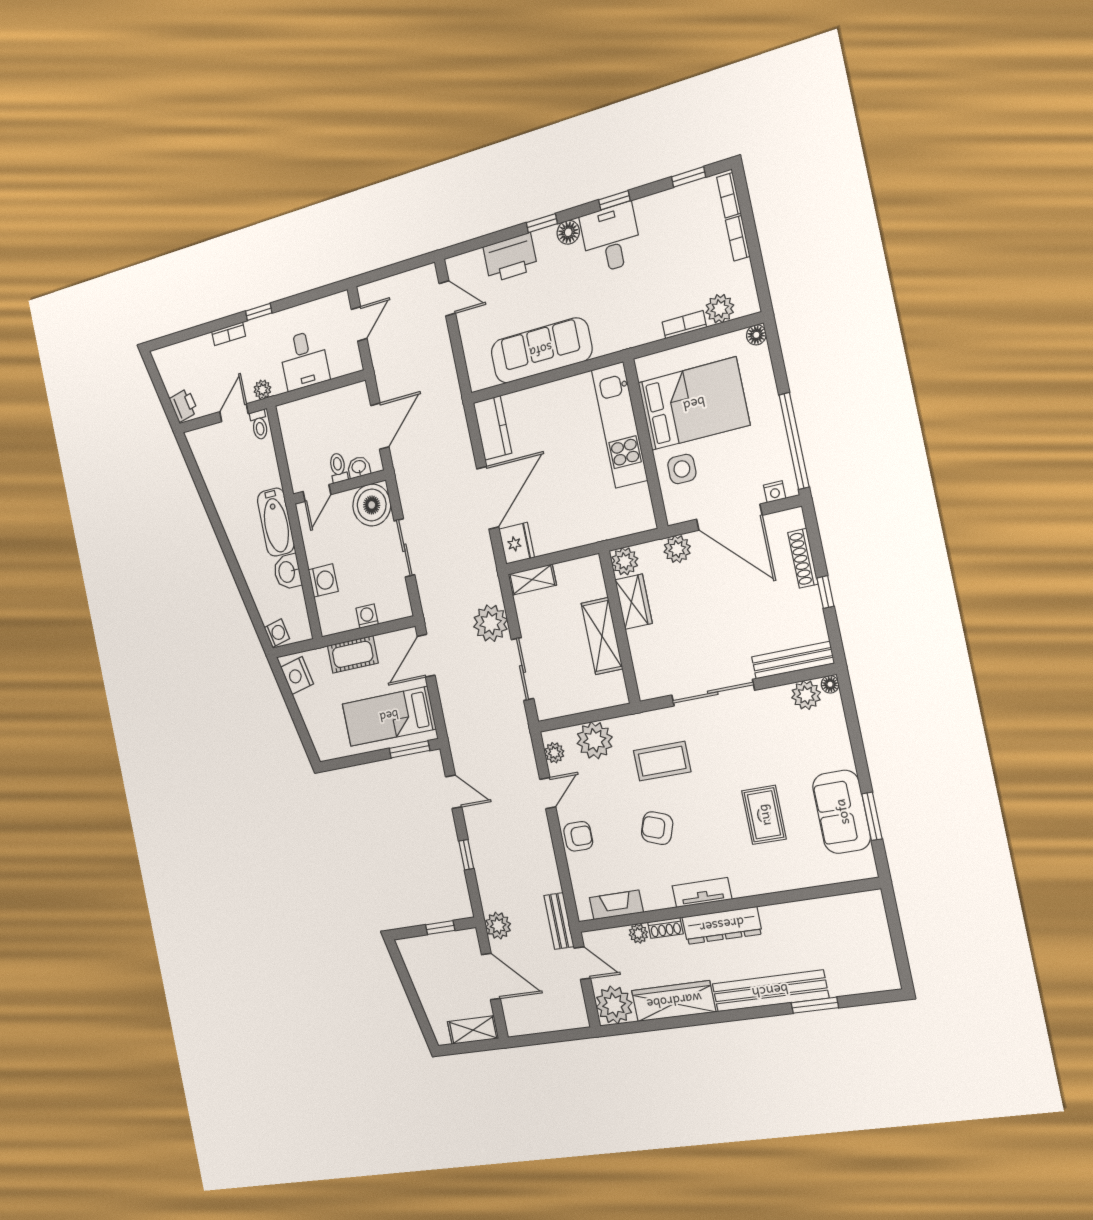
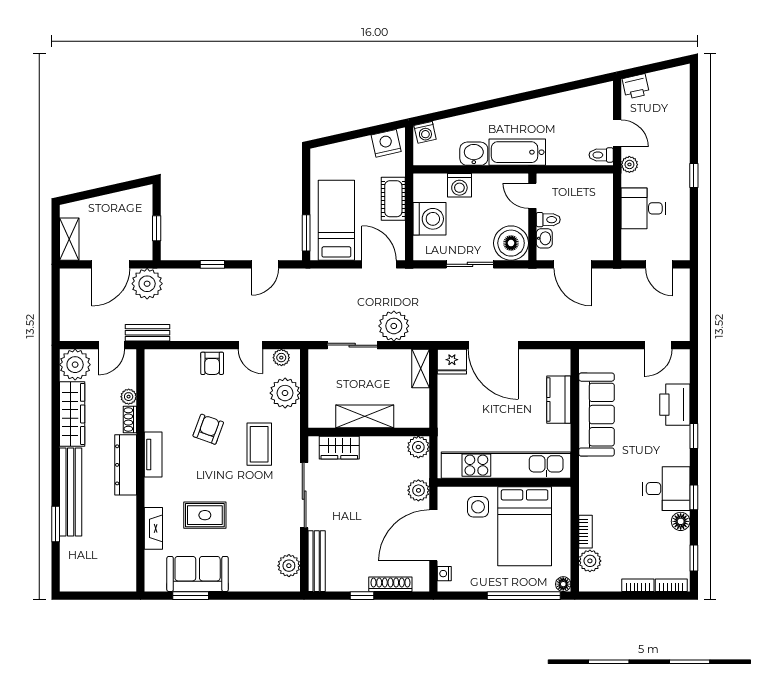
floor lamp: (568, 232) -> (681, 521), moved
bookcase: (229, 334) -> (684, 143), removed
kitchen unit: (620, 425) -> (506, 465), width x1.36
kitchen counter: (492, 428) -> (559, 400), moved, turned 90
window: (794, 441) -> (524, 596), moved
wardrobe: (634, 602) -> (339, 448), moved
washing machine: (367, 616) -> (430, 219), width x1.89, depth x1.89
floor lamp: (830, 684) -> (293, 585), removed
fireplace: (616, 905) -> (153, 528), moved
plant: (498, 926) -> (147, 284), width x1.36, depth x1.36

